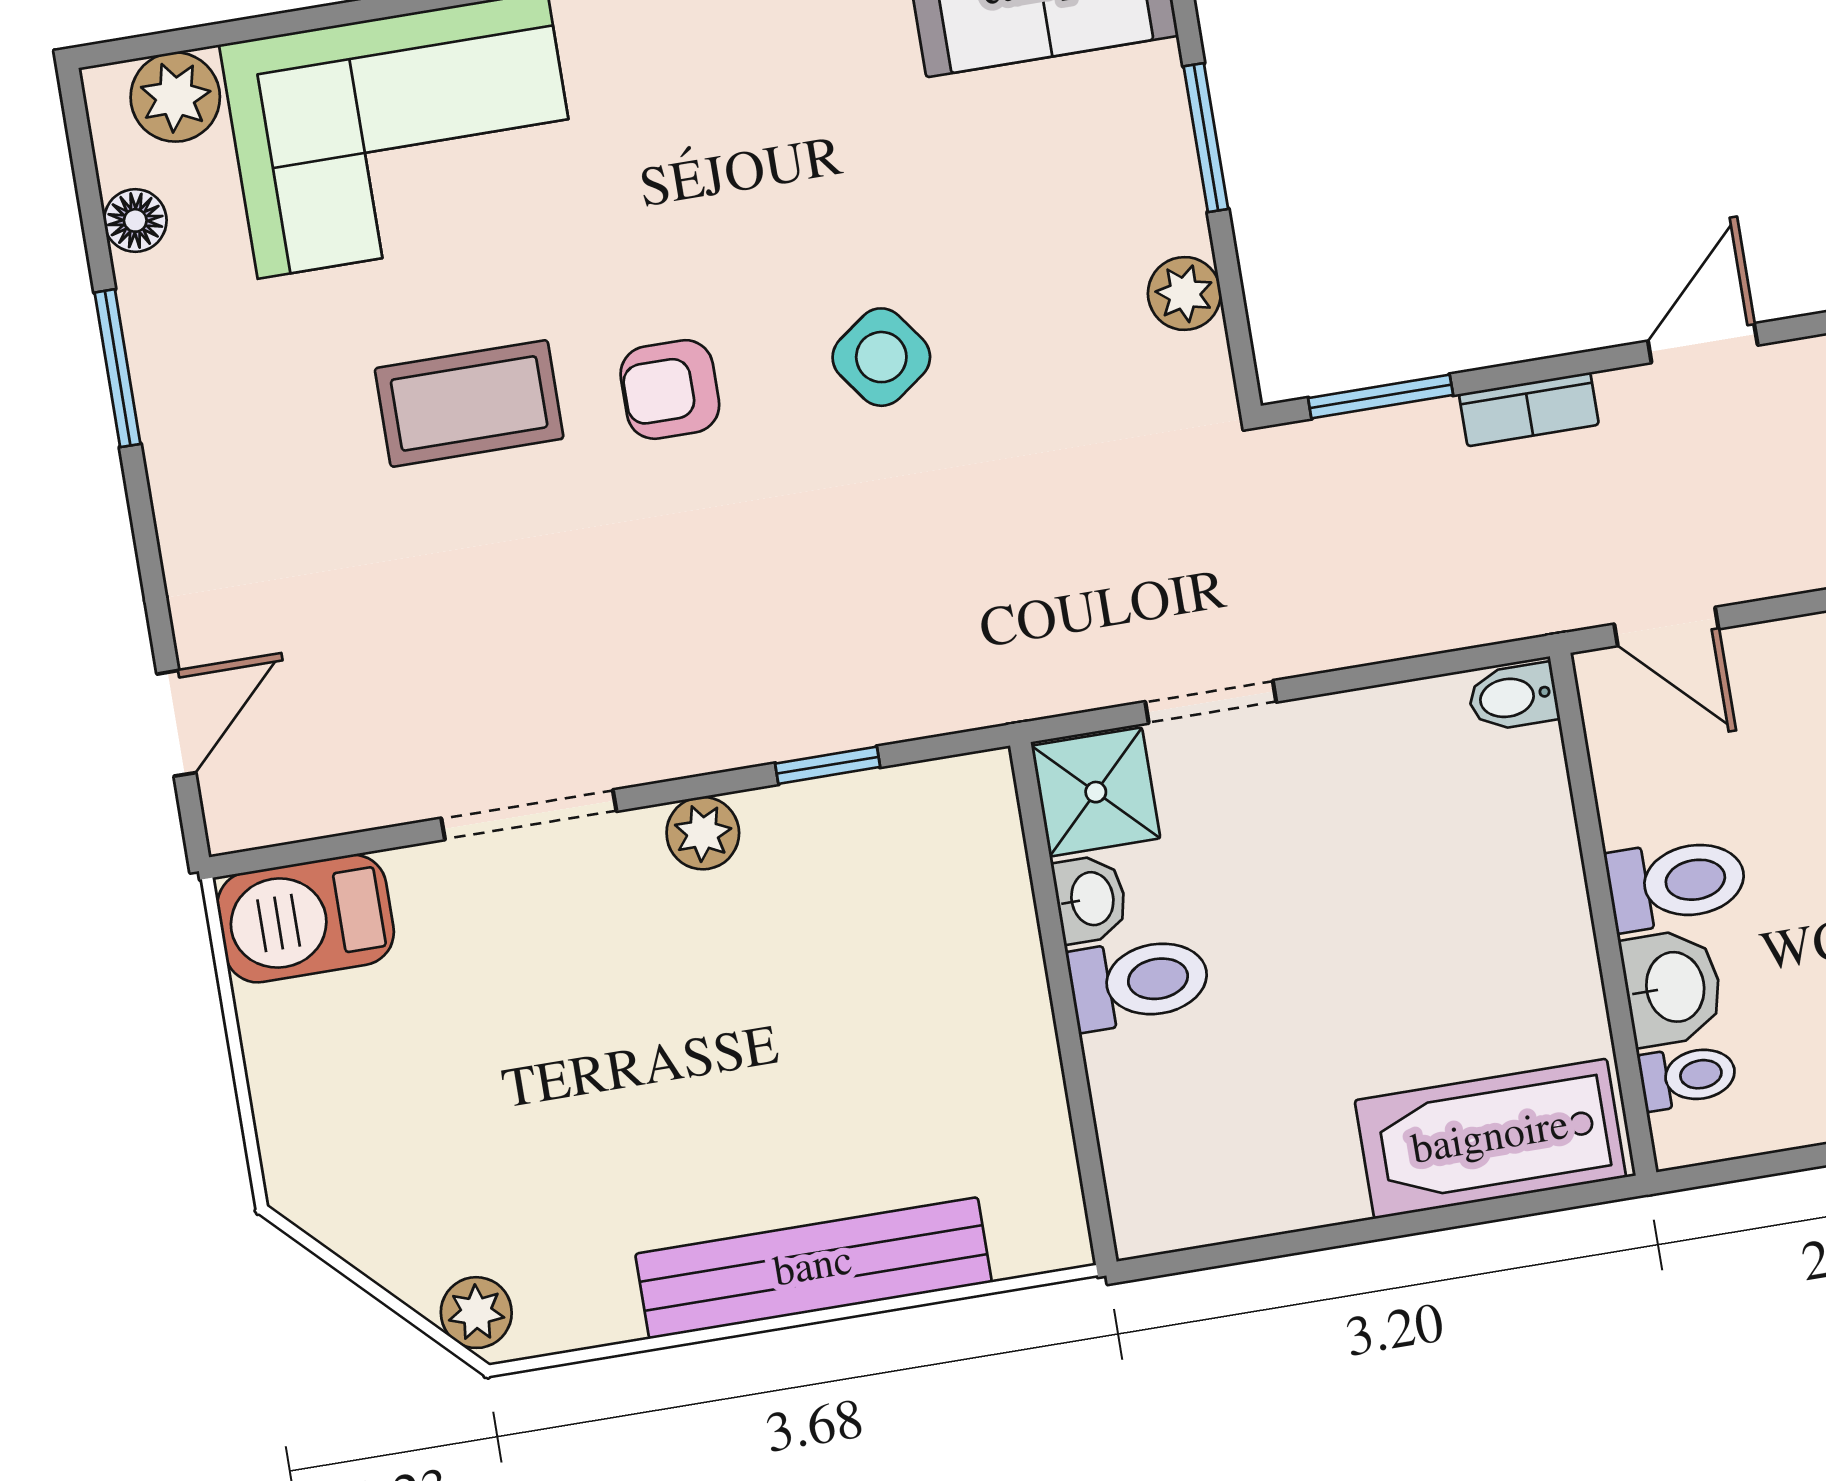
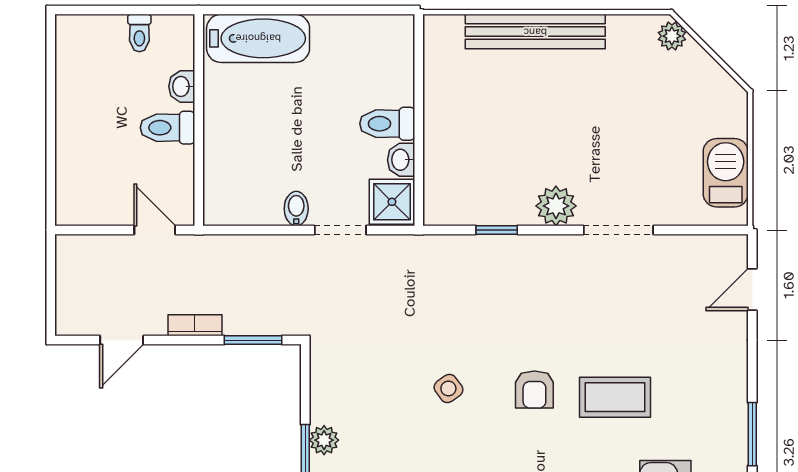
plant: (1184, 293) -> (324, 440), moved
side table: (881, 357) -> (448, 388), width x0.73, depth x0.73
armchair: (670, 389) -> (534, 390), turned 90
bidet: (1513, 697) -> (296, 209), moved, turned -90
plant: (703, 833) -> (556, 206), width x1.38, depth x1.38
barbecue: (306, 919) -> (726, 173), moved, turned -90
washbasin: (1673, 987) -> (182, 86), width x0.72, depth x0.69
toilet: (1688, 1076) -> (139, 33), moved, turned -90

